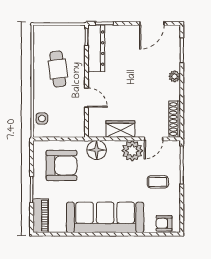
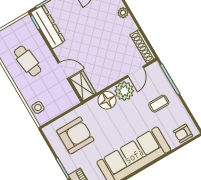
wardrobe: (120, 129) -> (83, 86), moved, turned 90
floor lamp: (97, 150) -> (107, 100), moved

